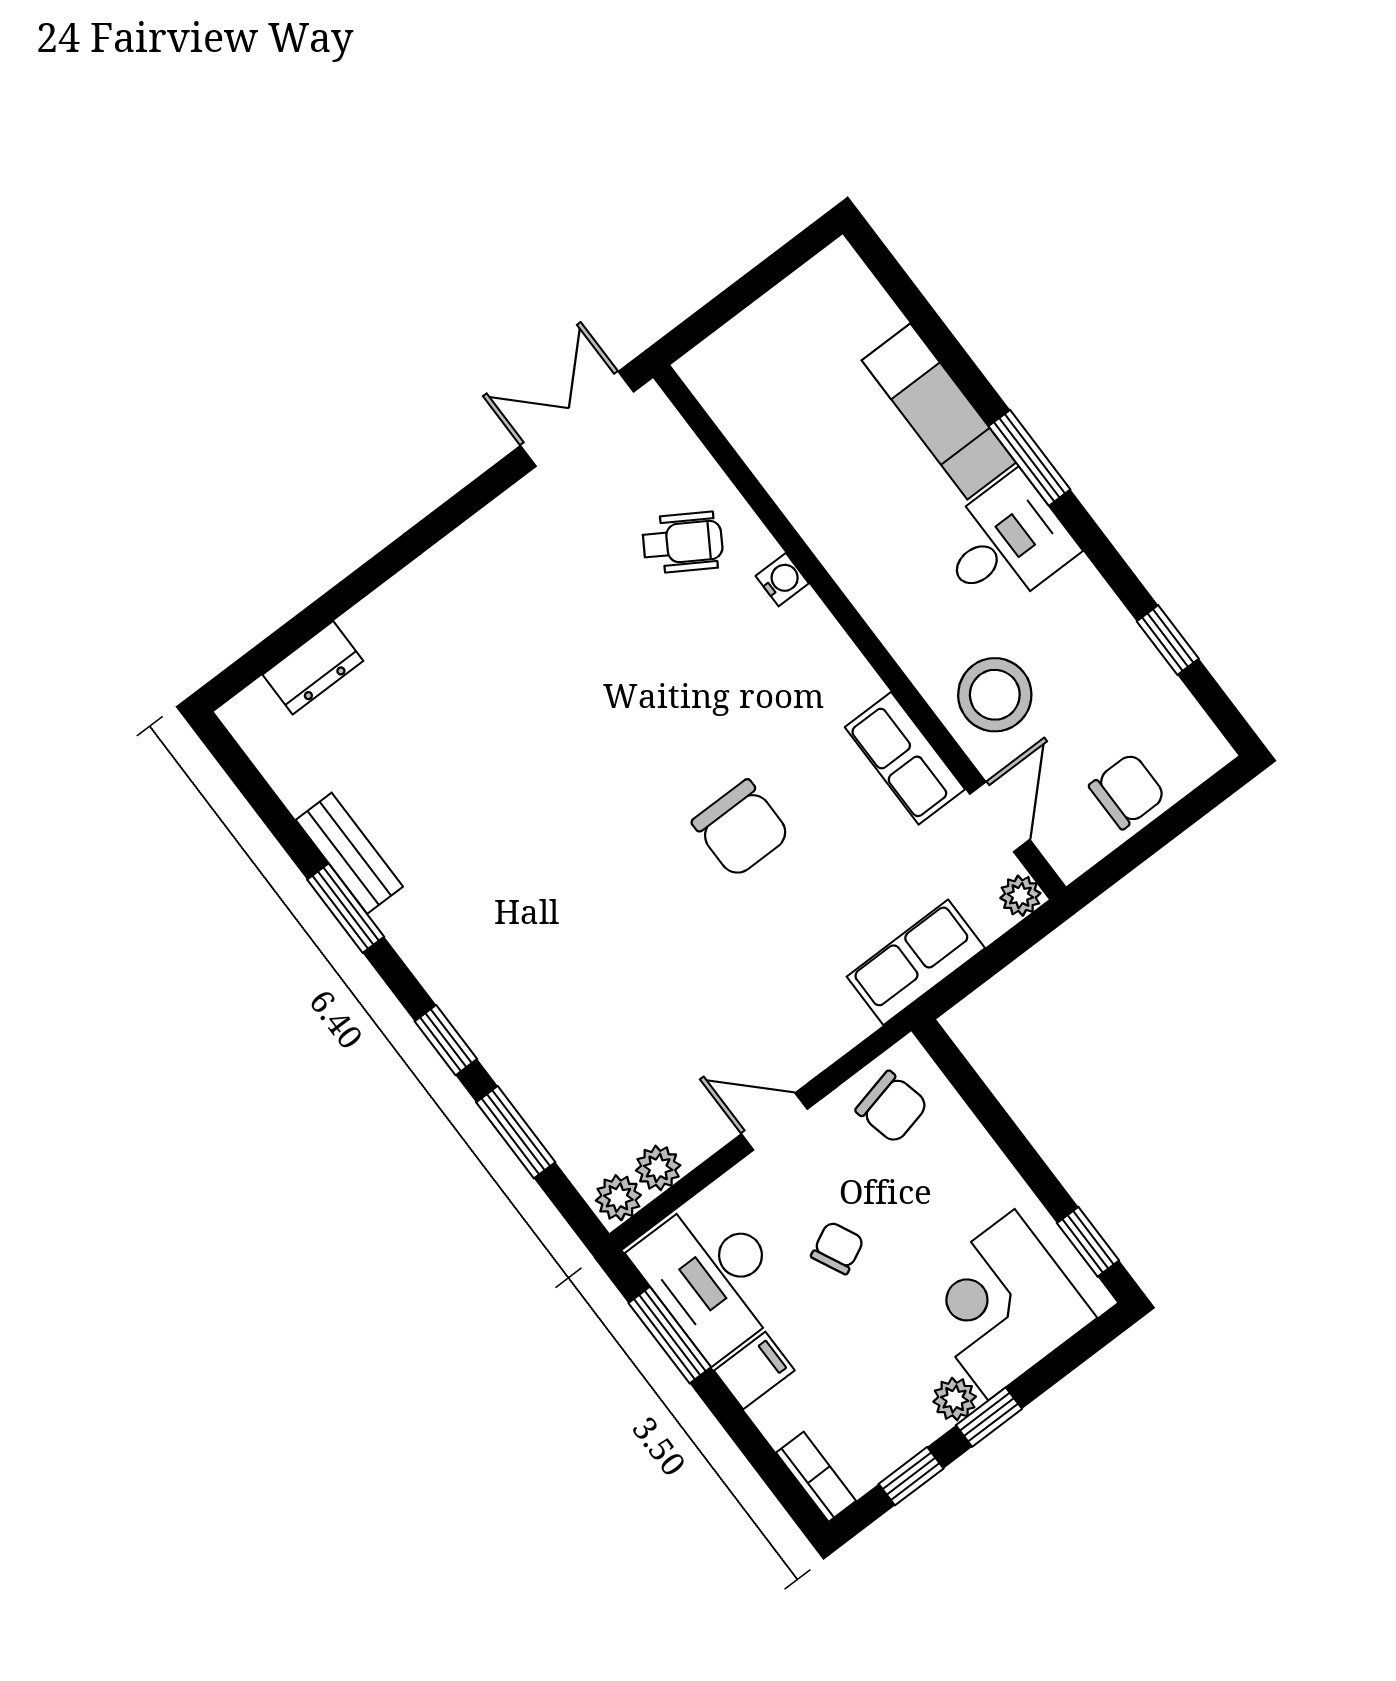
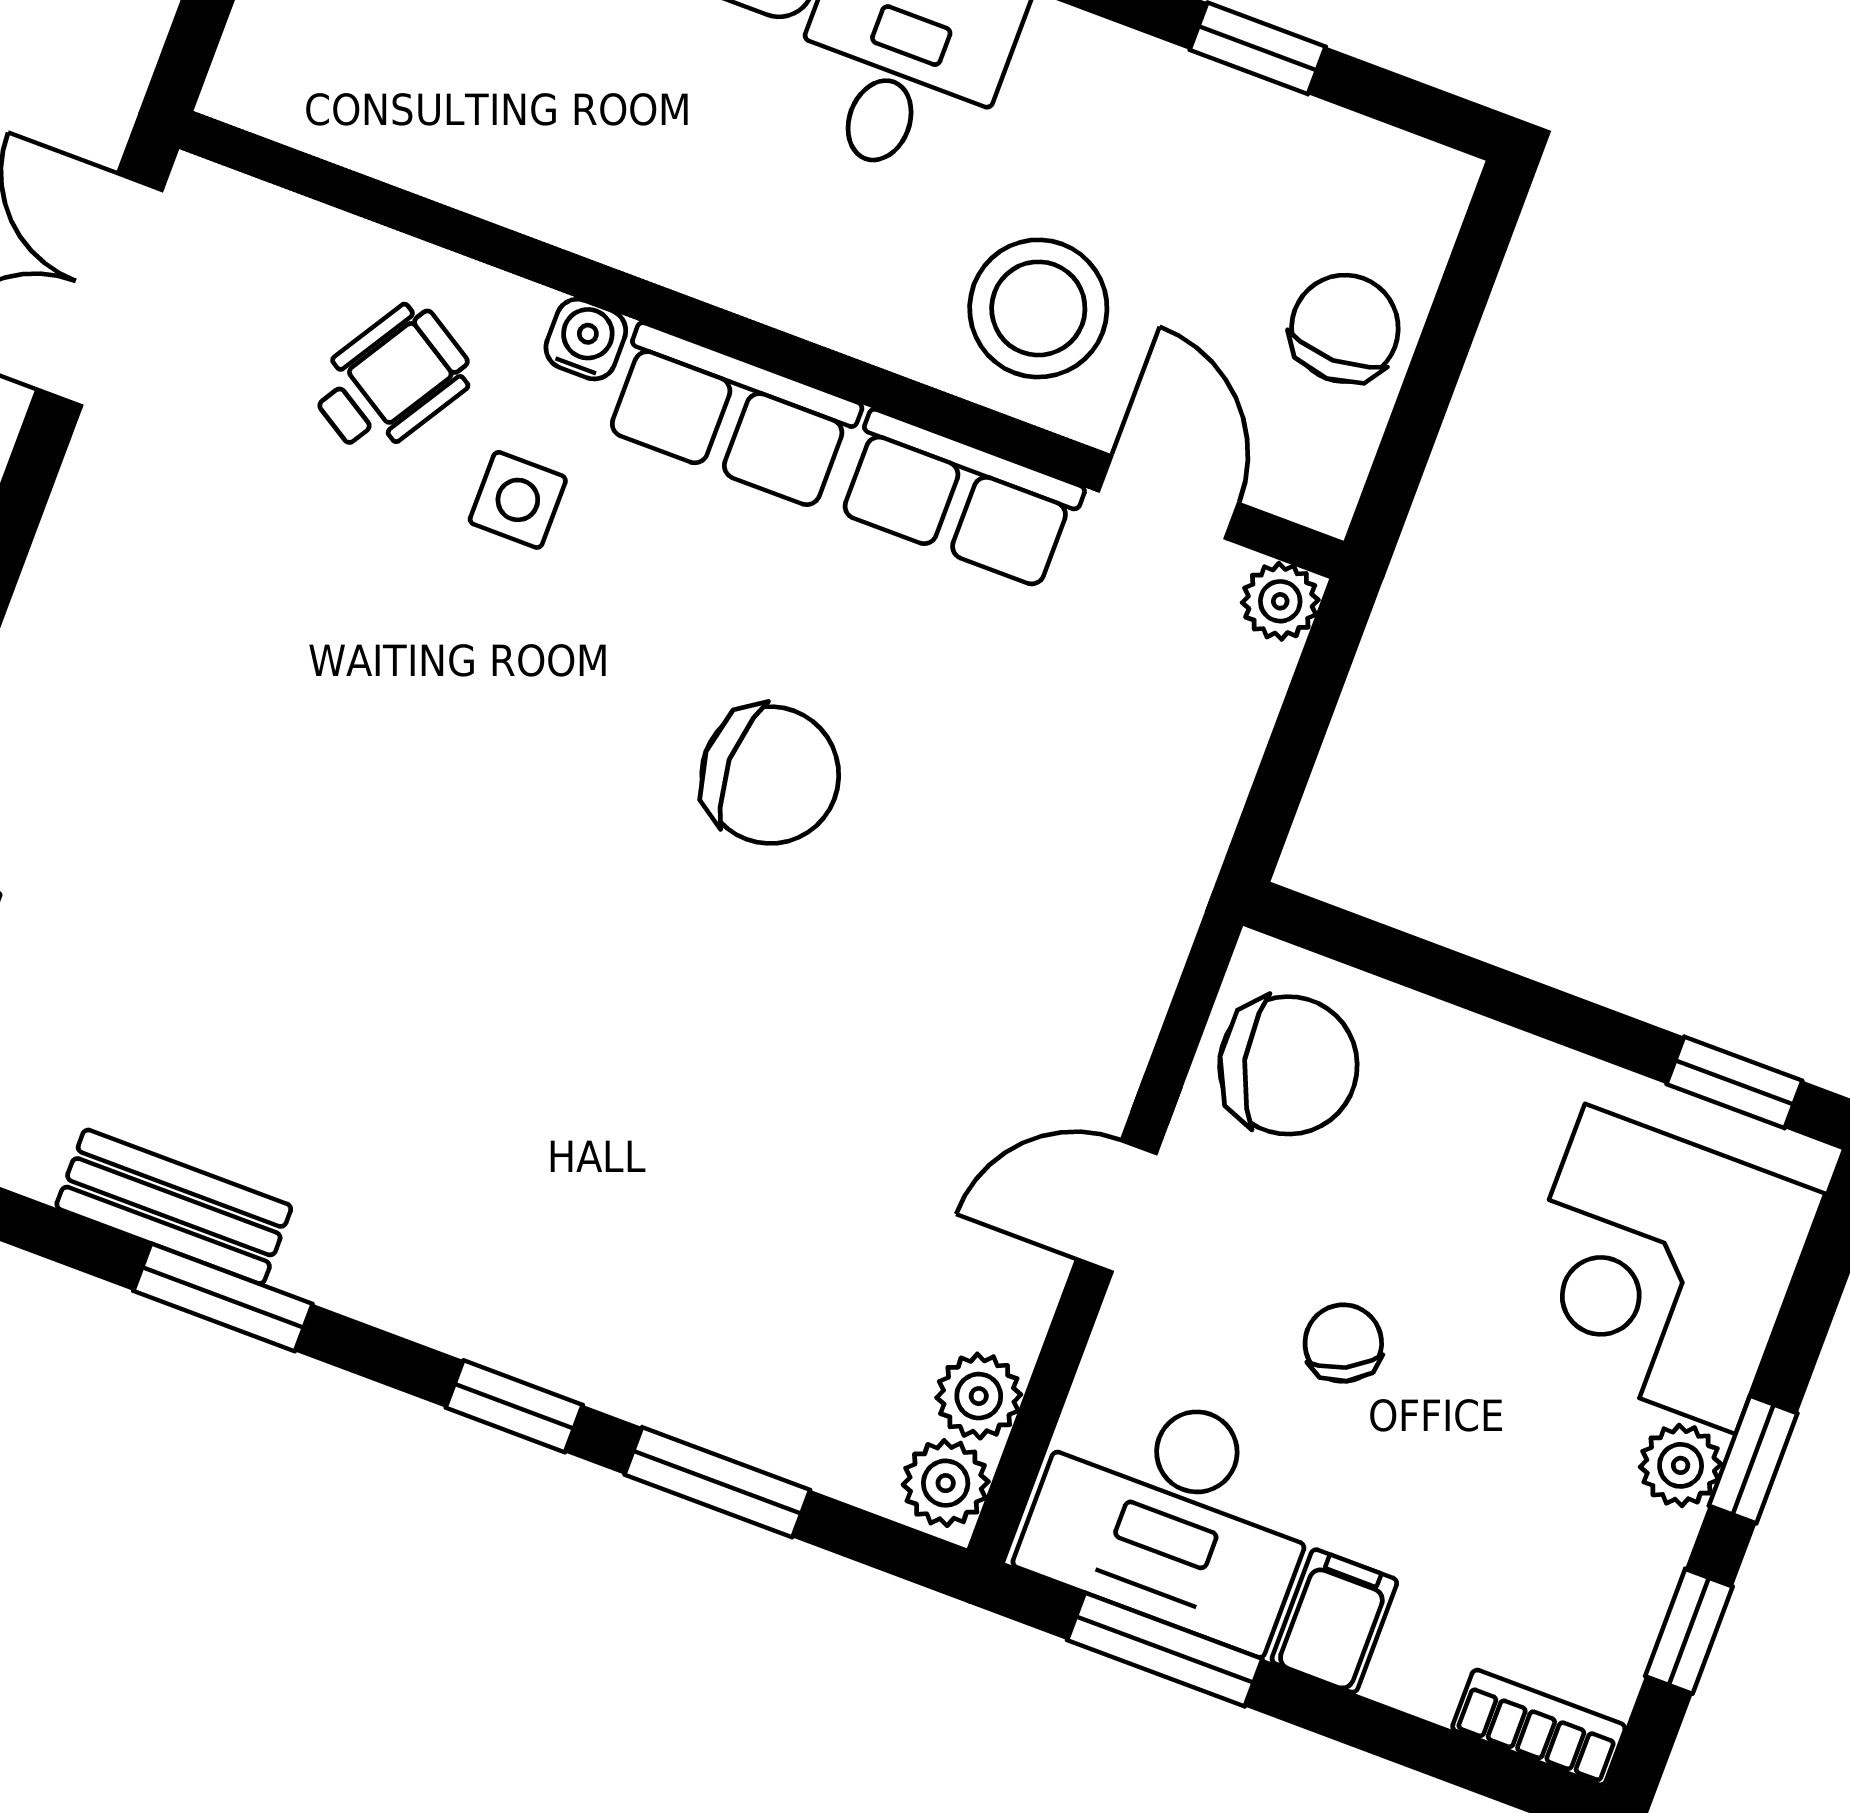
side table: (706, 633) -> (518, 500), added
row of seats: (916, 962) -> (732, 416), moved, turned -90
chair: (892, 1107) -> (1288, 1065), width x1.37, depth x1.37

